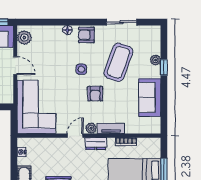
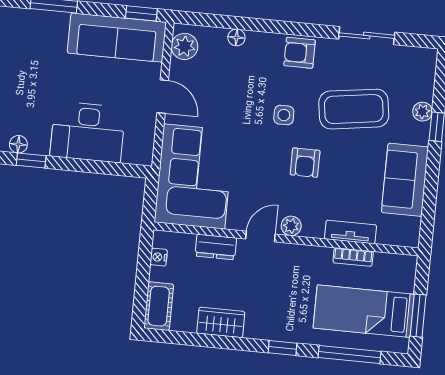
floor lamp: (67, 30) -> (236, 37), moved
coffee table: (118, 62) -> (354, 109), turned 62
tv unit: (111, 128) -> (350, 232), moved
dresser: (96, 144) -> (216, 247), moved

